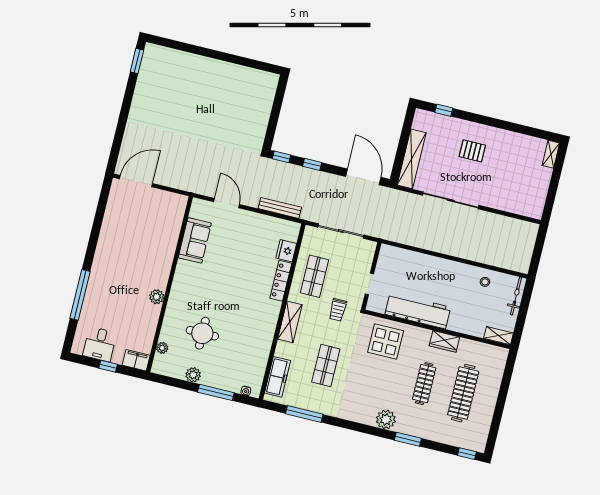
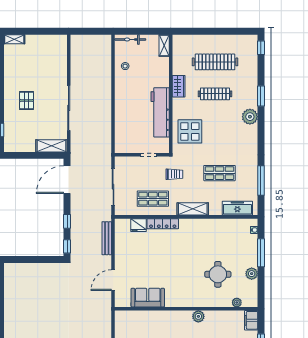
shelving: (412, 159) -> (51, 146), width x0.68

